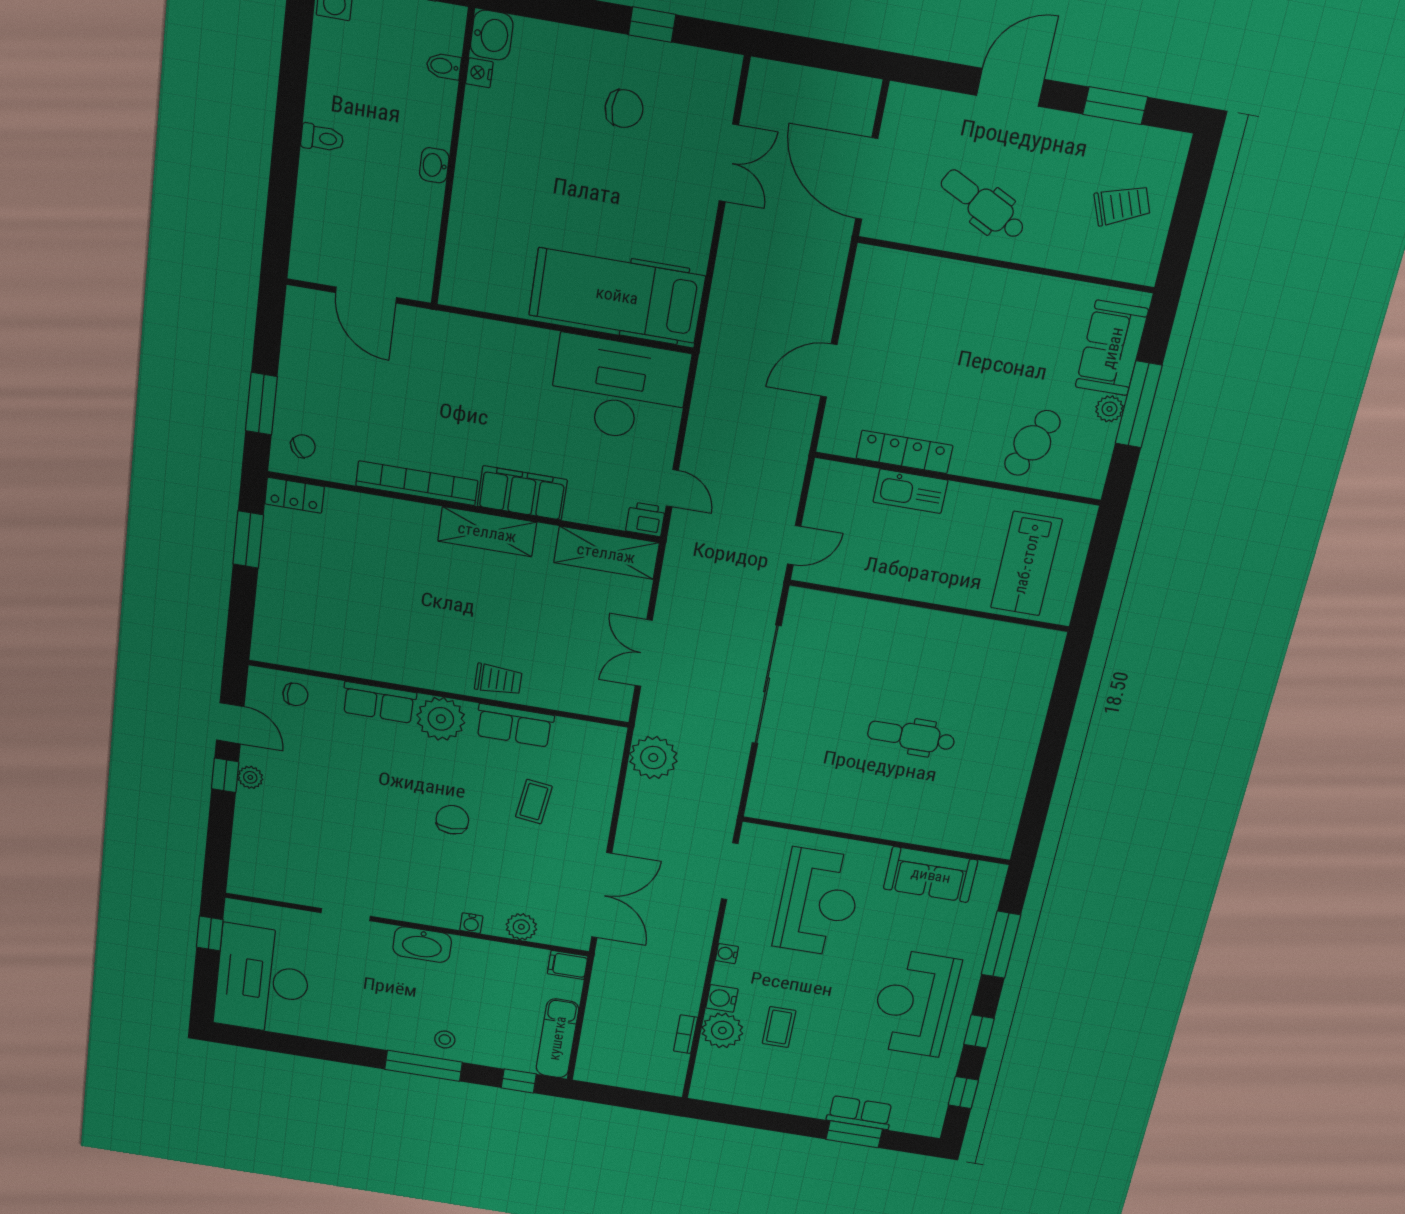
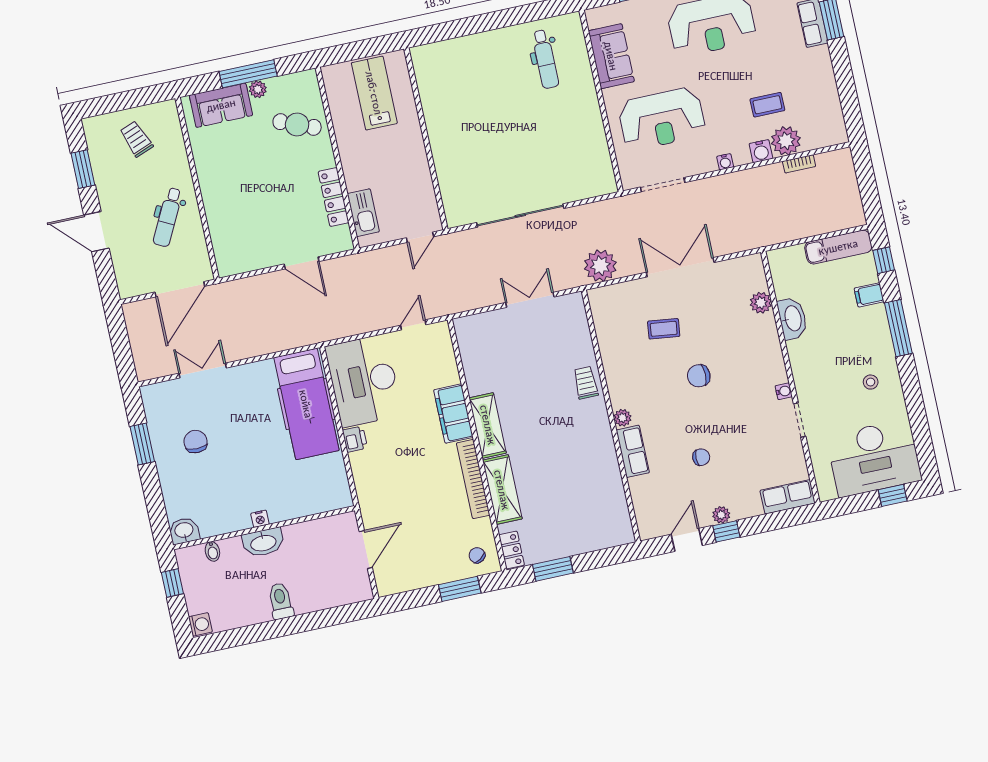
window: (652, 25) -> (142, 444), width x1.50
nightstand: (479, 73) -> (260, 519), moved
toilet: (322, 138) -> (281, 601), width x1.37, depth x1.39
washbasin: (434, 165) -> (263, 542), width x1.91, depth x1.45
kitchen sink: (910, 491) -> (363, 213), moved
printer: (646, 519) -> (355, 439), moved, turned 180
door: (794, 545) -> (420, 237), swing flipped
shelving: (606, 553) -> (502, 490), moved
lab bench: (1026, 564) -> (374, 93), turned -90
double door: (644, 653) -> (530, 300), swing flipped
chair: (295, 694) -> (701, 457), moved, turned 90
plant: (441, 719) -> (622, 418), width x0.53, depth x0.53
row of seats: (515, 725) -> (788, 497), moved, turned -90
dental chair: (911, 736) -> (545, 59), moved
double door: (602, 895) -> (680, 267), moved
reception desk: (818, 902) -> (662, 119), turned 180
water cooler: (471, 923) -> (784, 391), moved
window: (210, 933) -> (893, 495), moved
washbasin: (422, 945) -> (792, 318), moved
filing cabinet: (568, 965) -> (869, 295), moved, turned 90
stool: (445, 1040) -> (871, 382), moved

